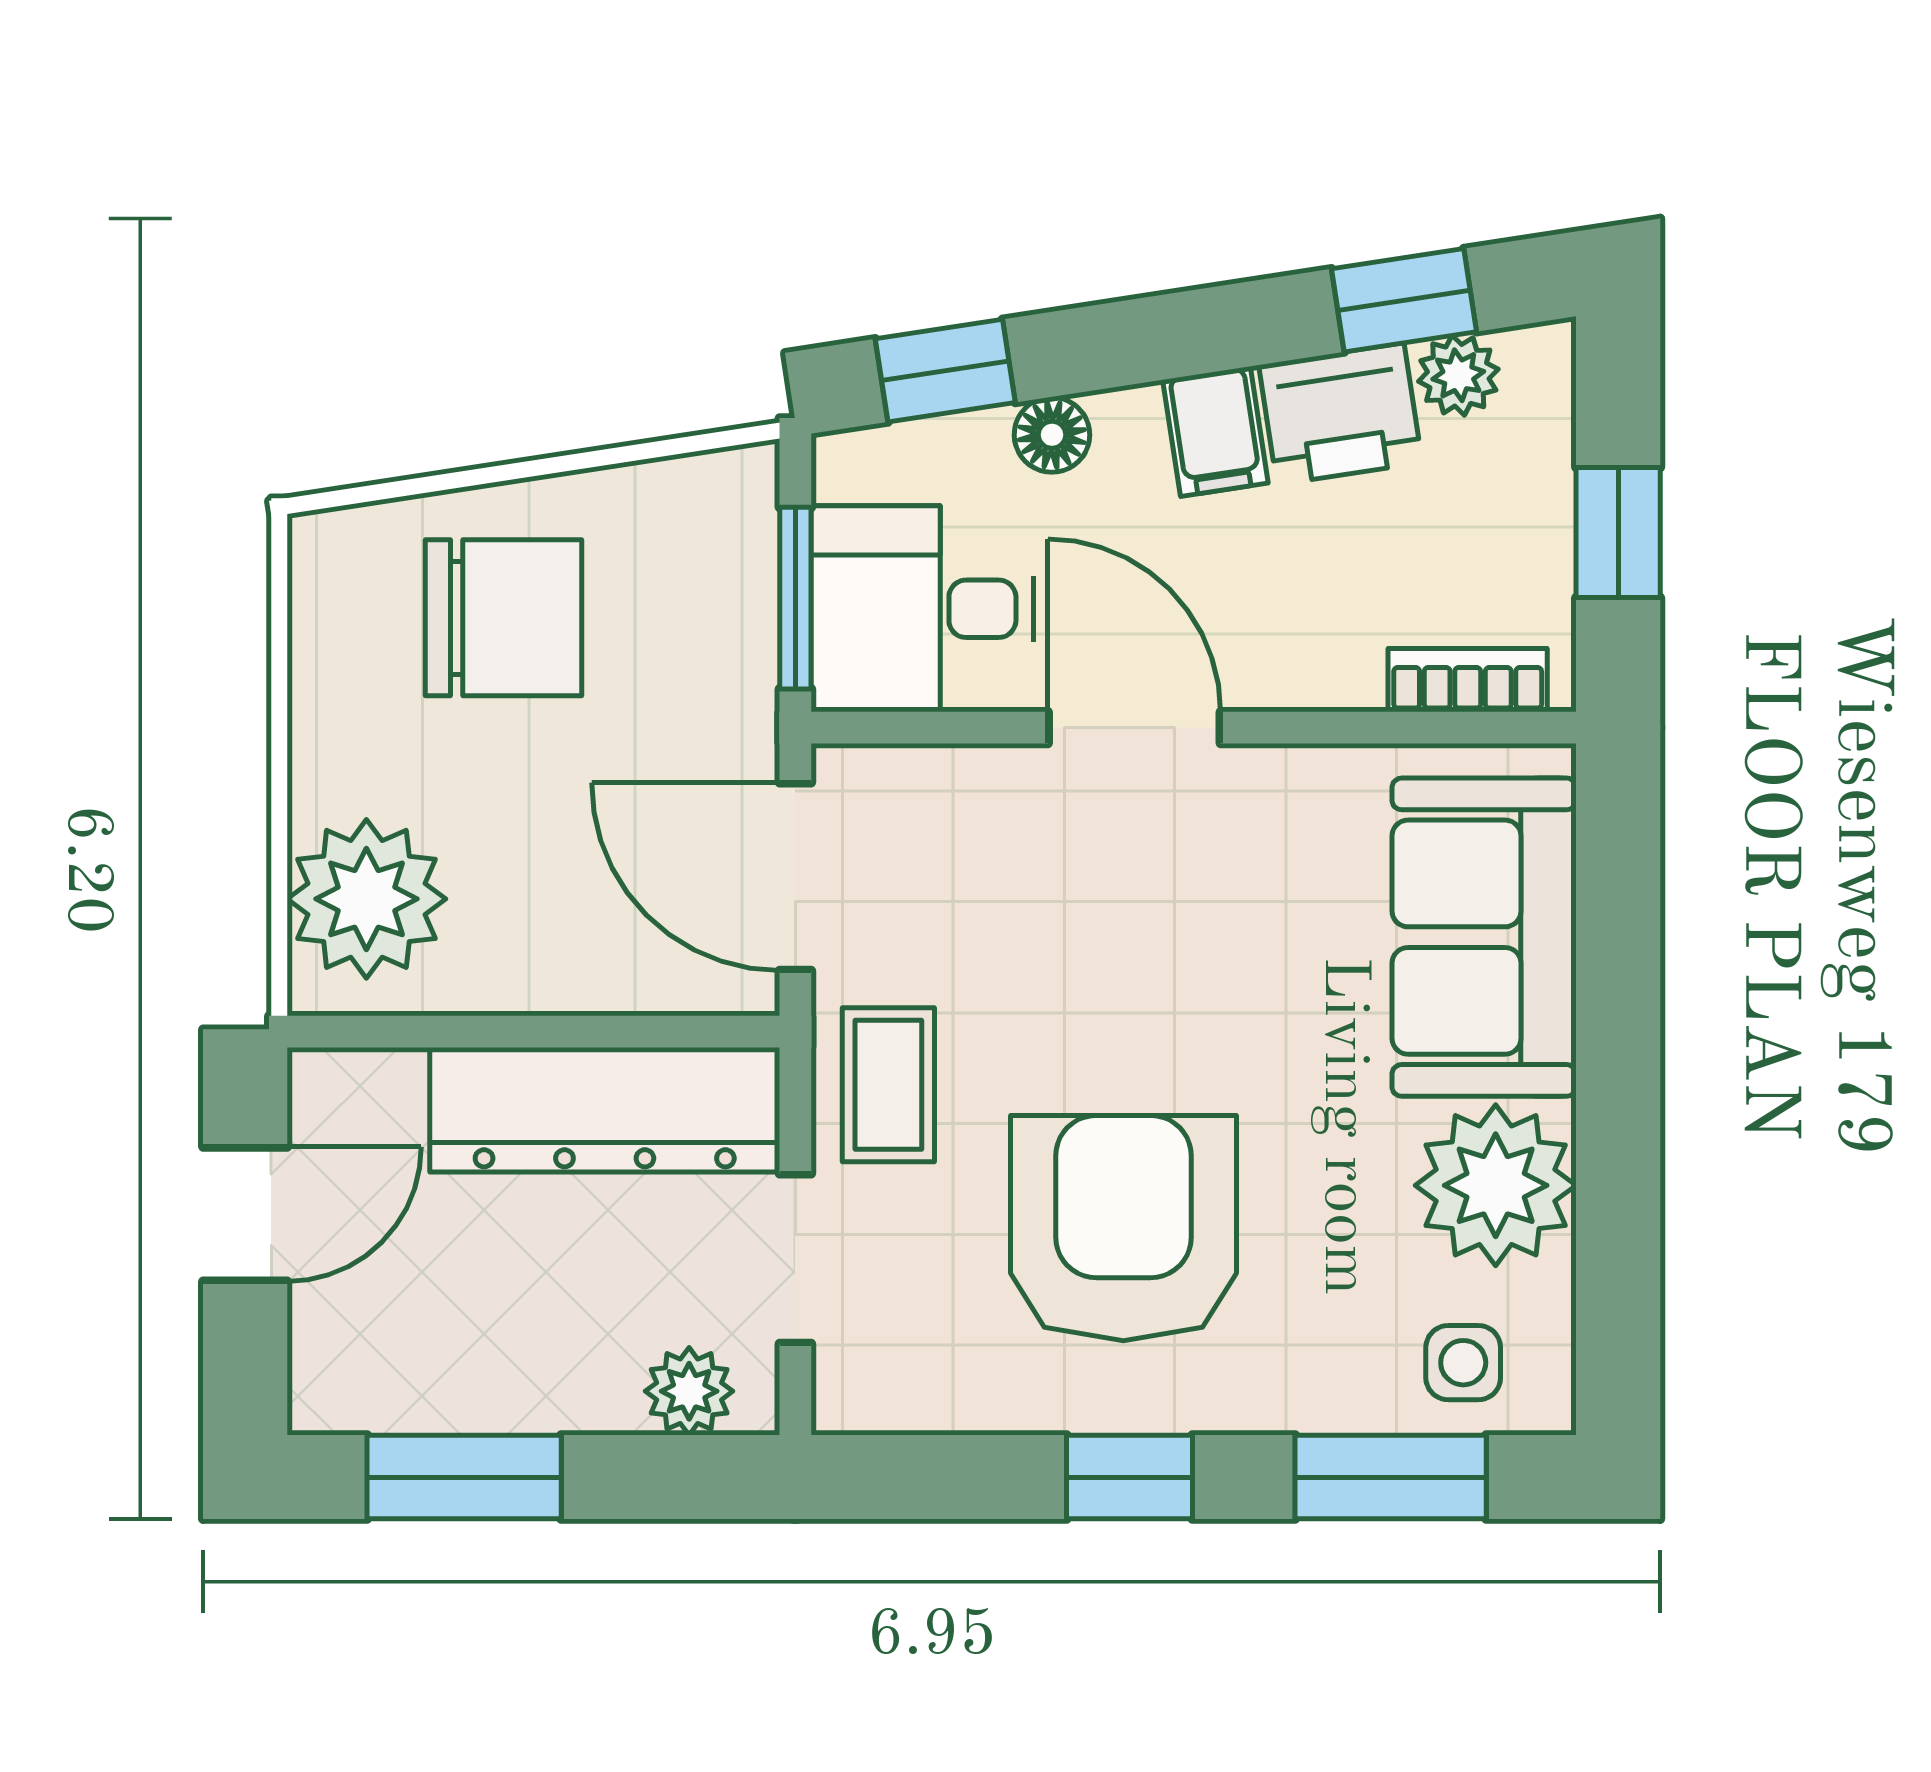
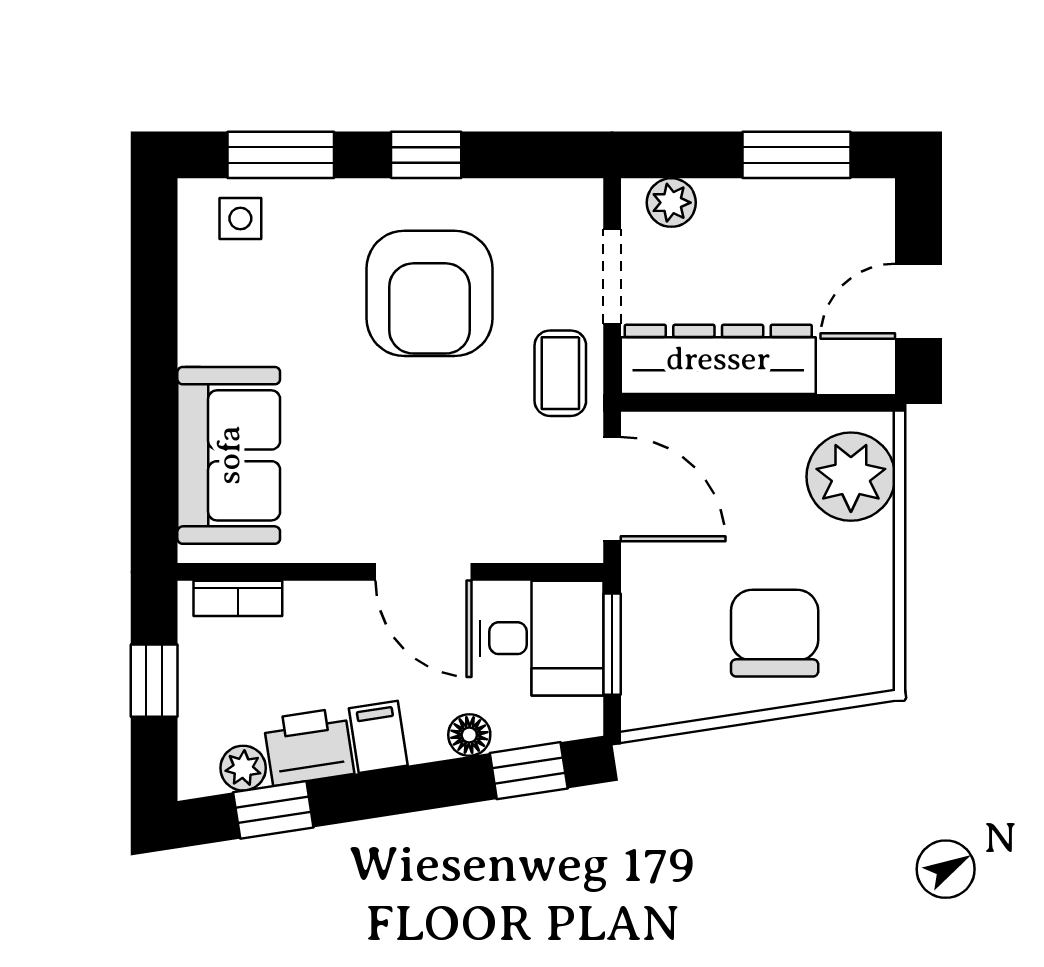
chair: (503, 618) -> (775, 633), turned 90
plant: (1496, 1185) -> (222, 317), removed

